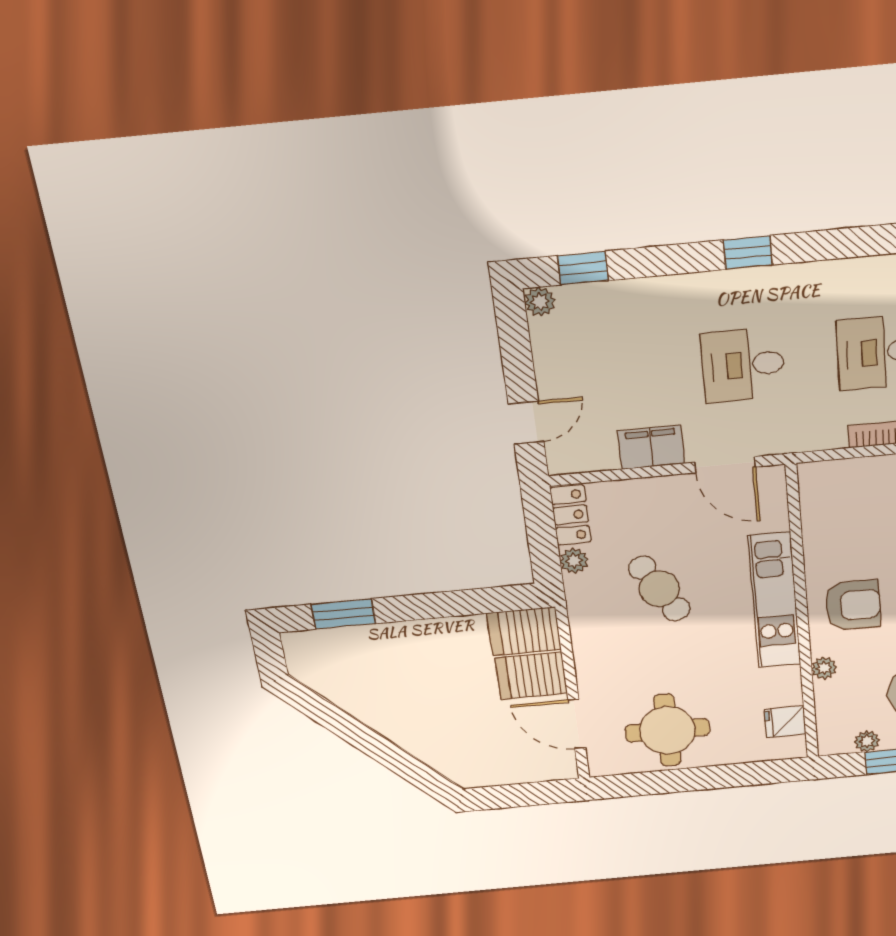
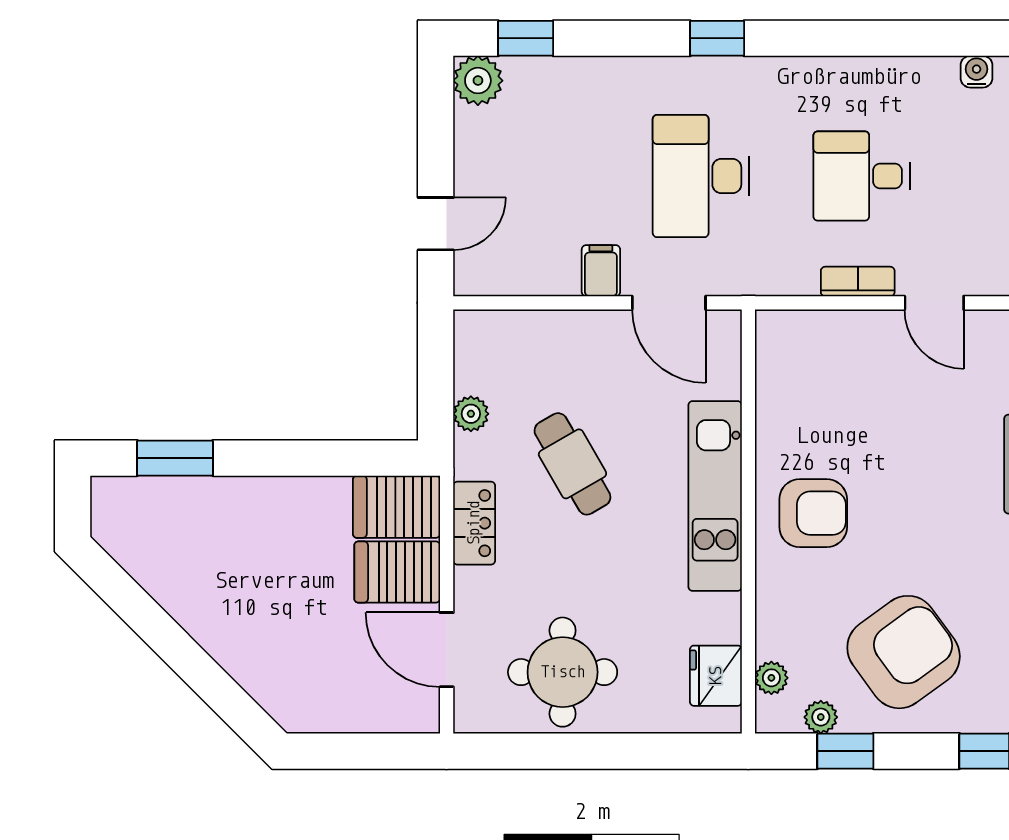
plant: (540, 302) -> (478, 81), width x1.38, depth x1.38
desk: (743, 365) -> (701, 176), width x1.37
filing cabinet: (651, 447) -> (601, 271), width x0.50
locker: (571, 515) -> (474, 523), moved
plant: (824, 668) -> (771, 678), moved
fridge: (785, 722) -> (716, 676), width x1.38

